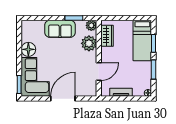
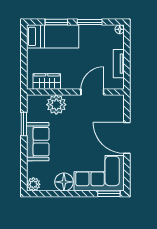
plant: (91, 25) -> (33, 184), moved
door: (99, 72) -> (92, 92), hinge flipped

